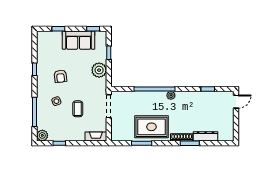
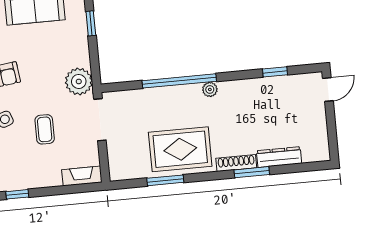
plant: (99, 70) -> (79, 81), moved

